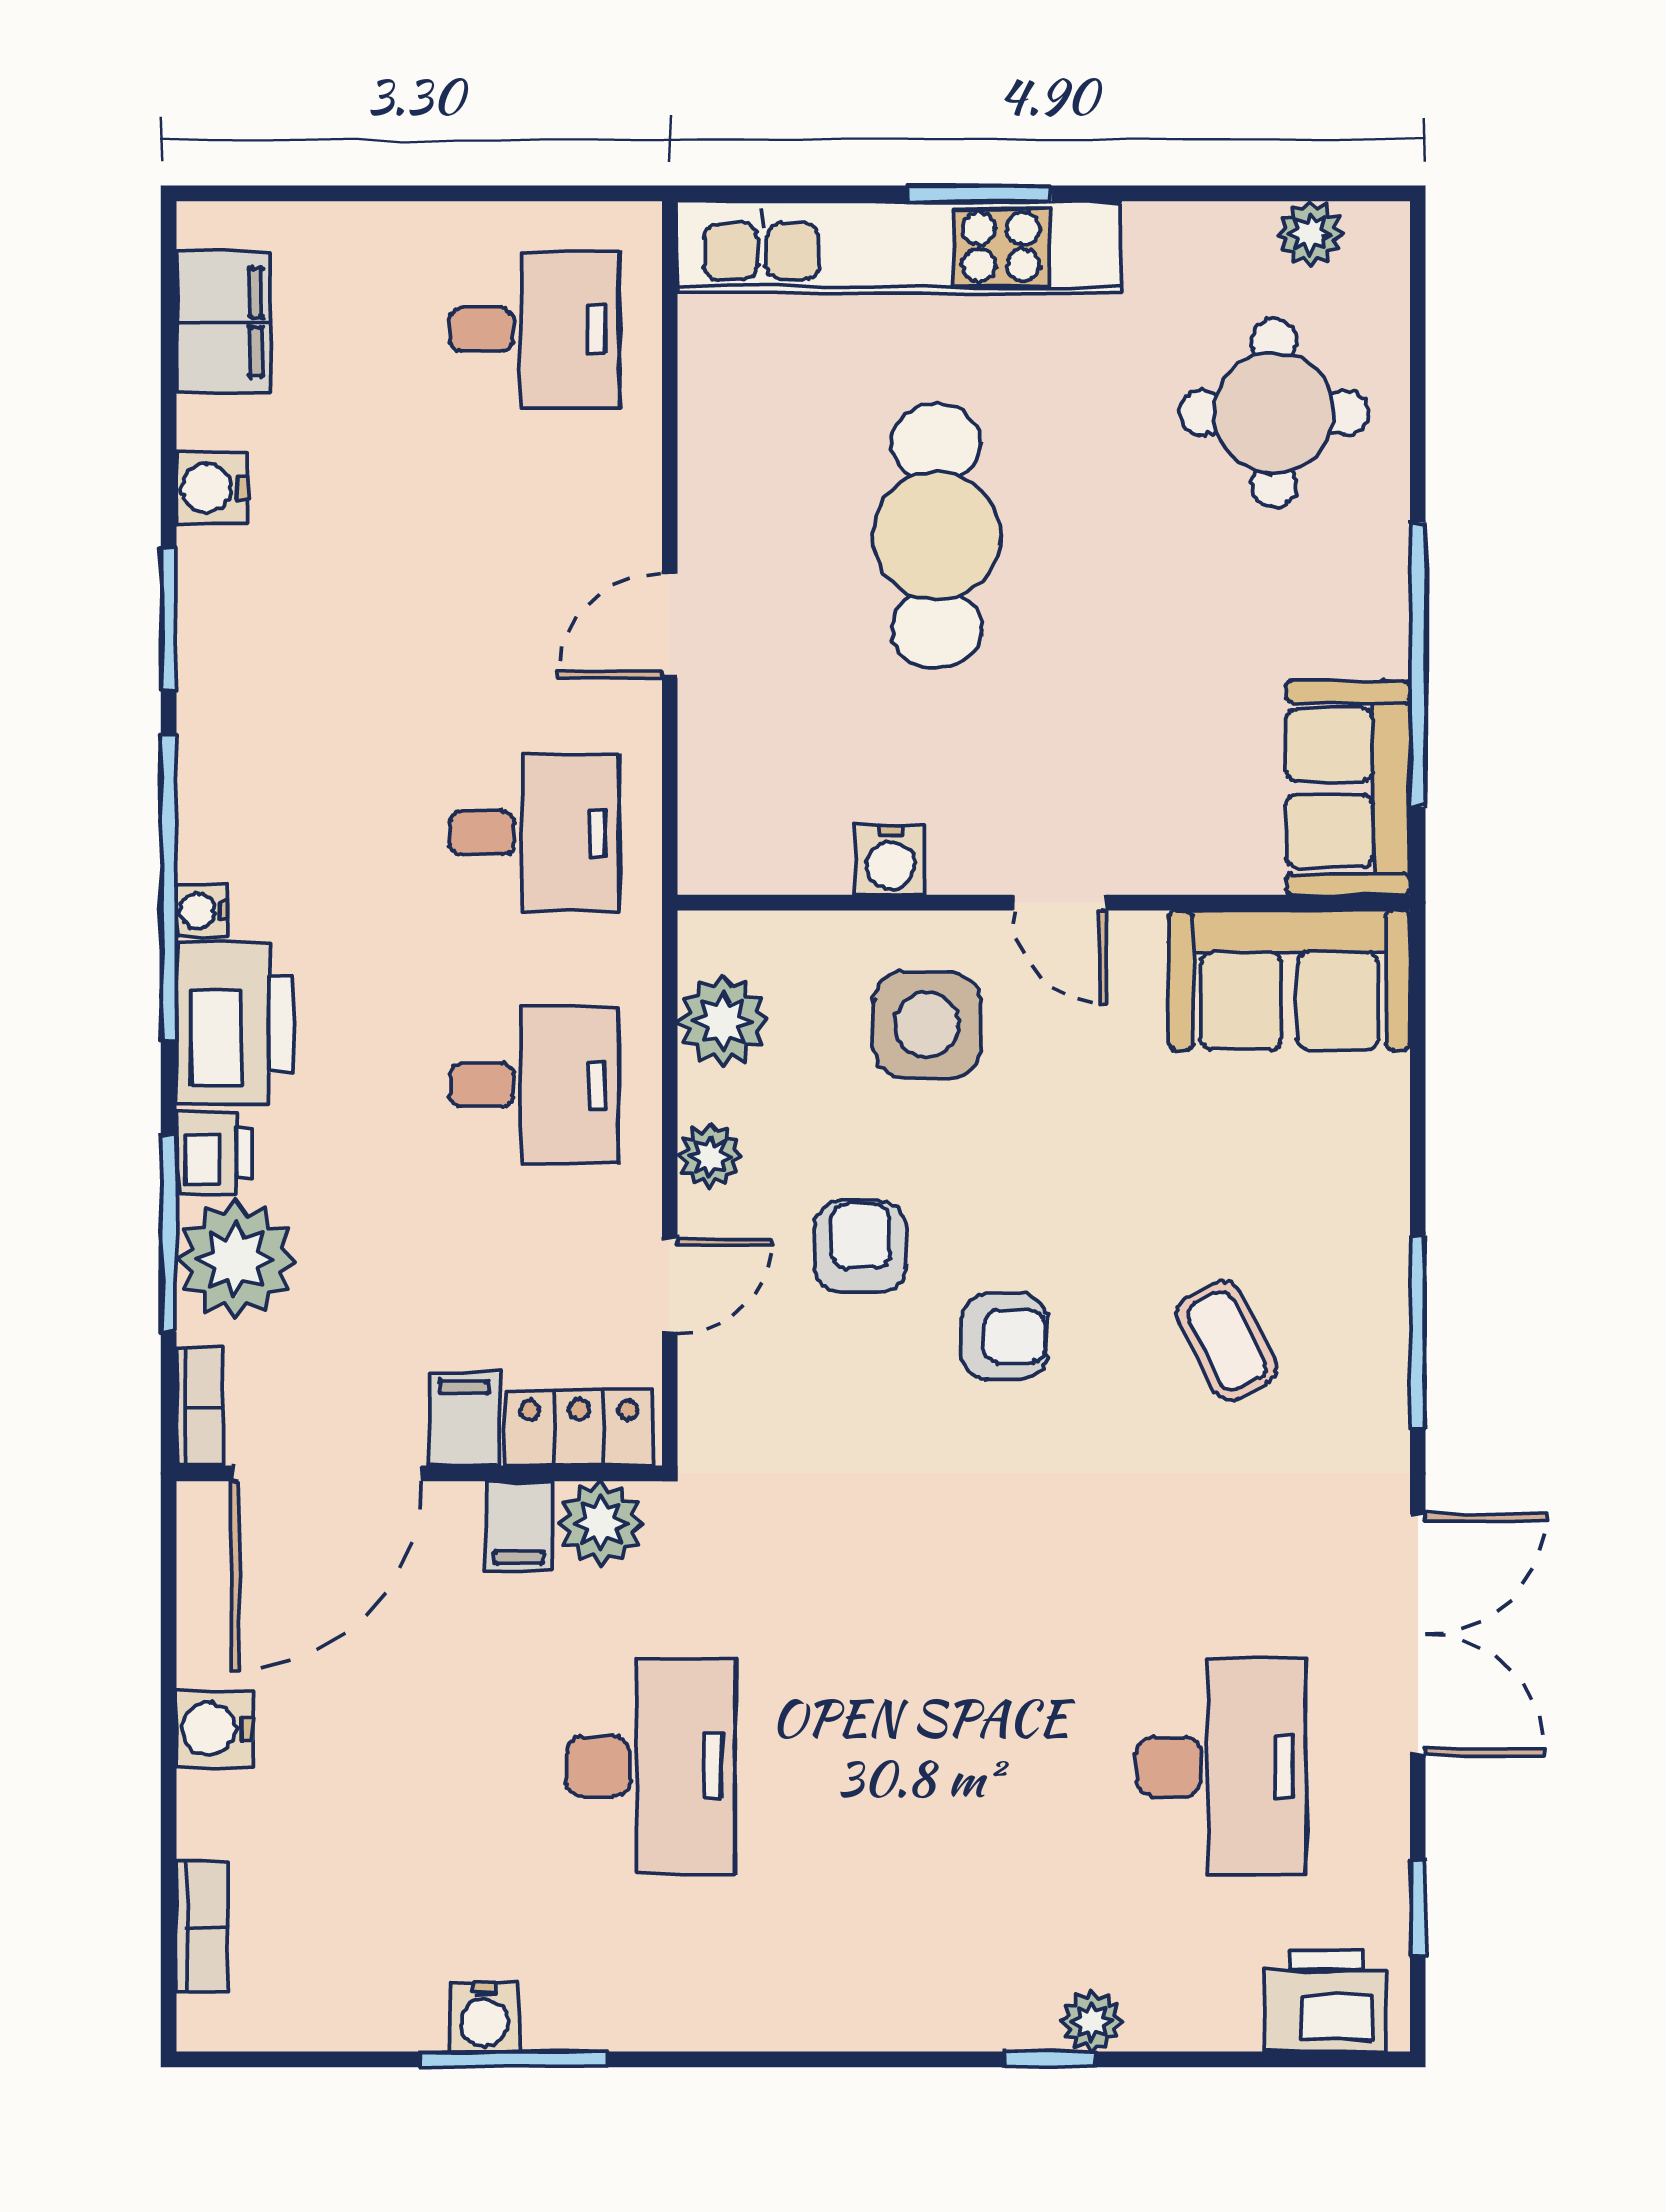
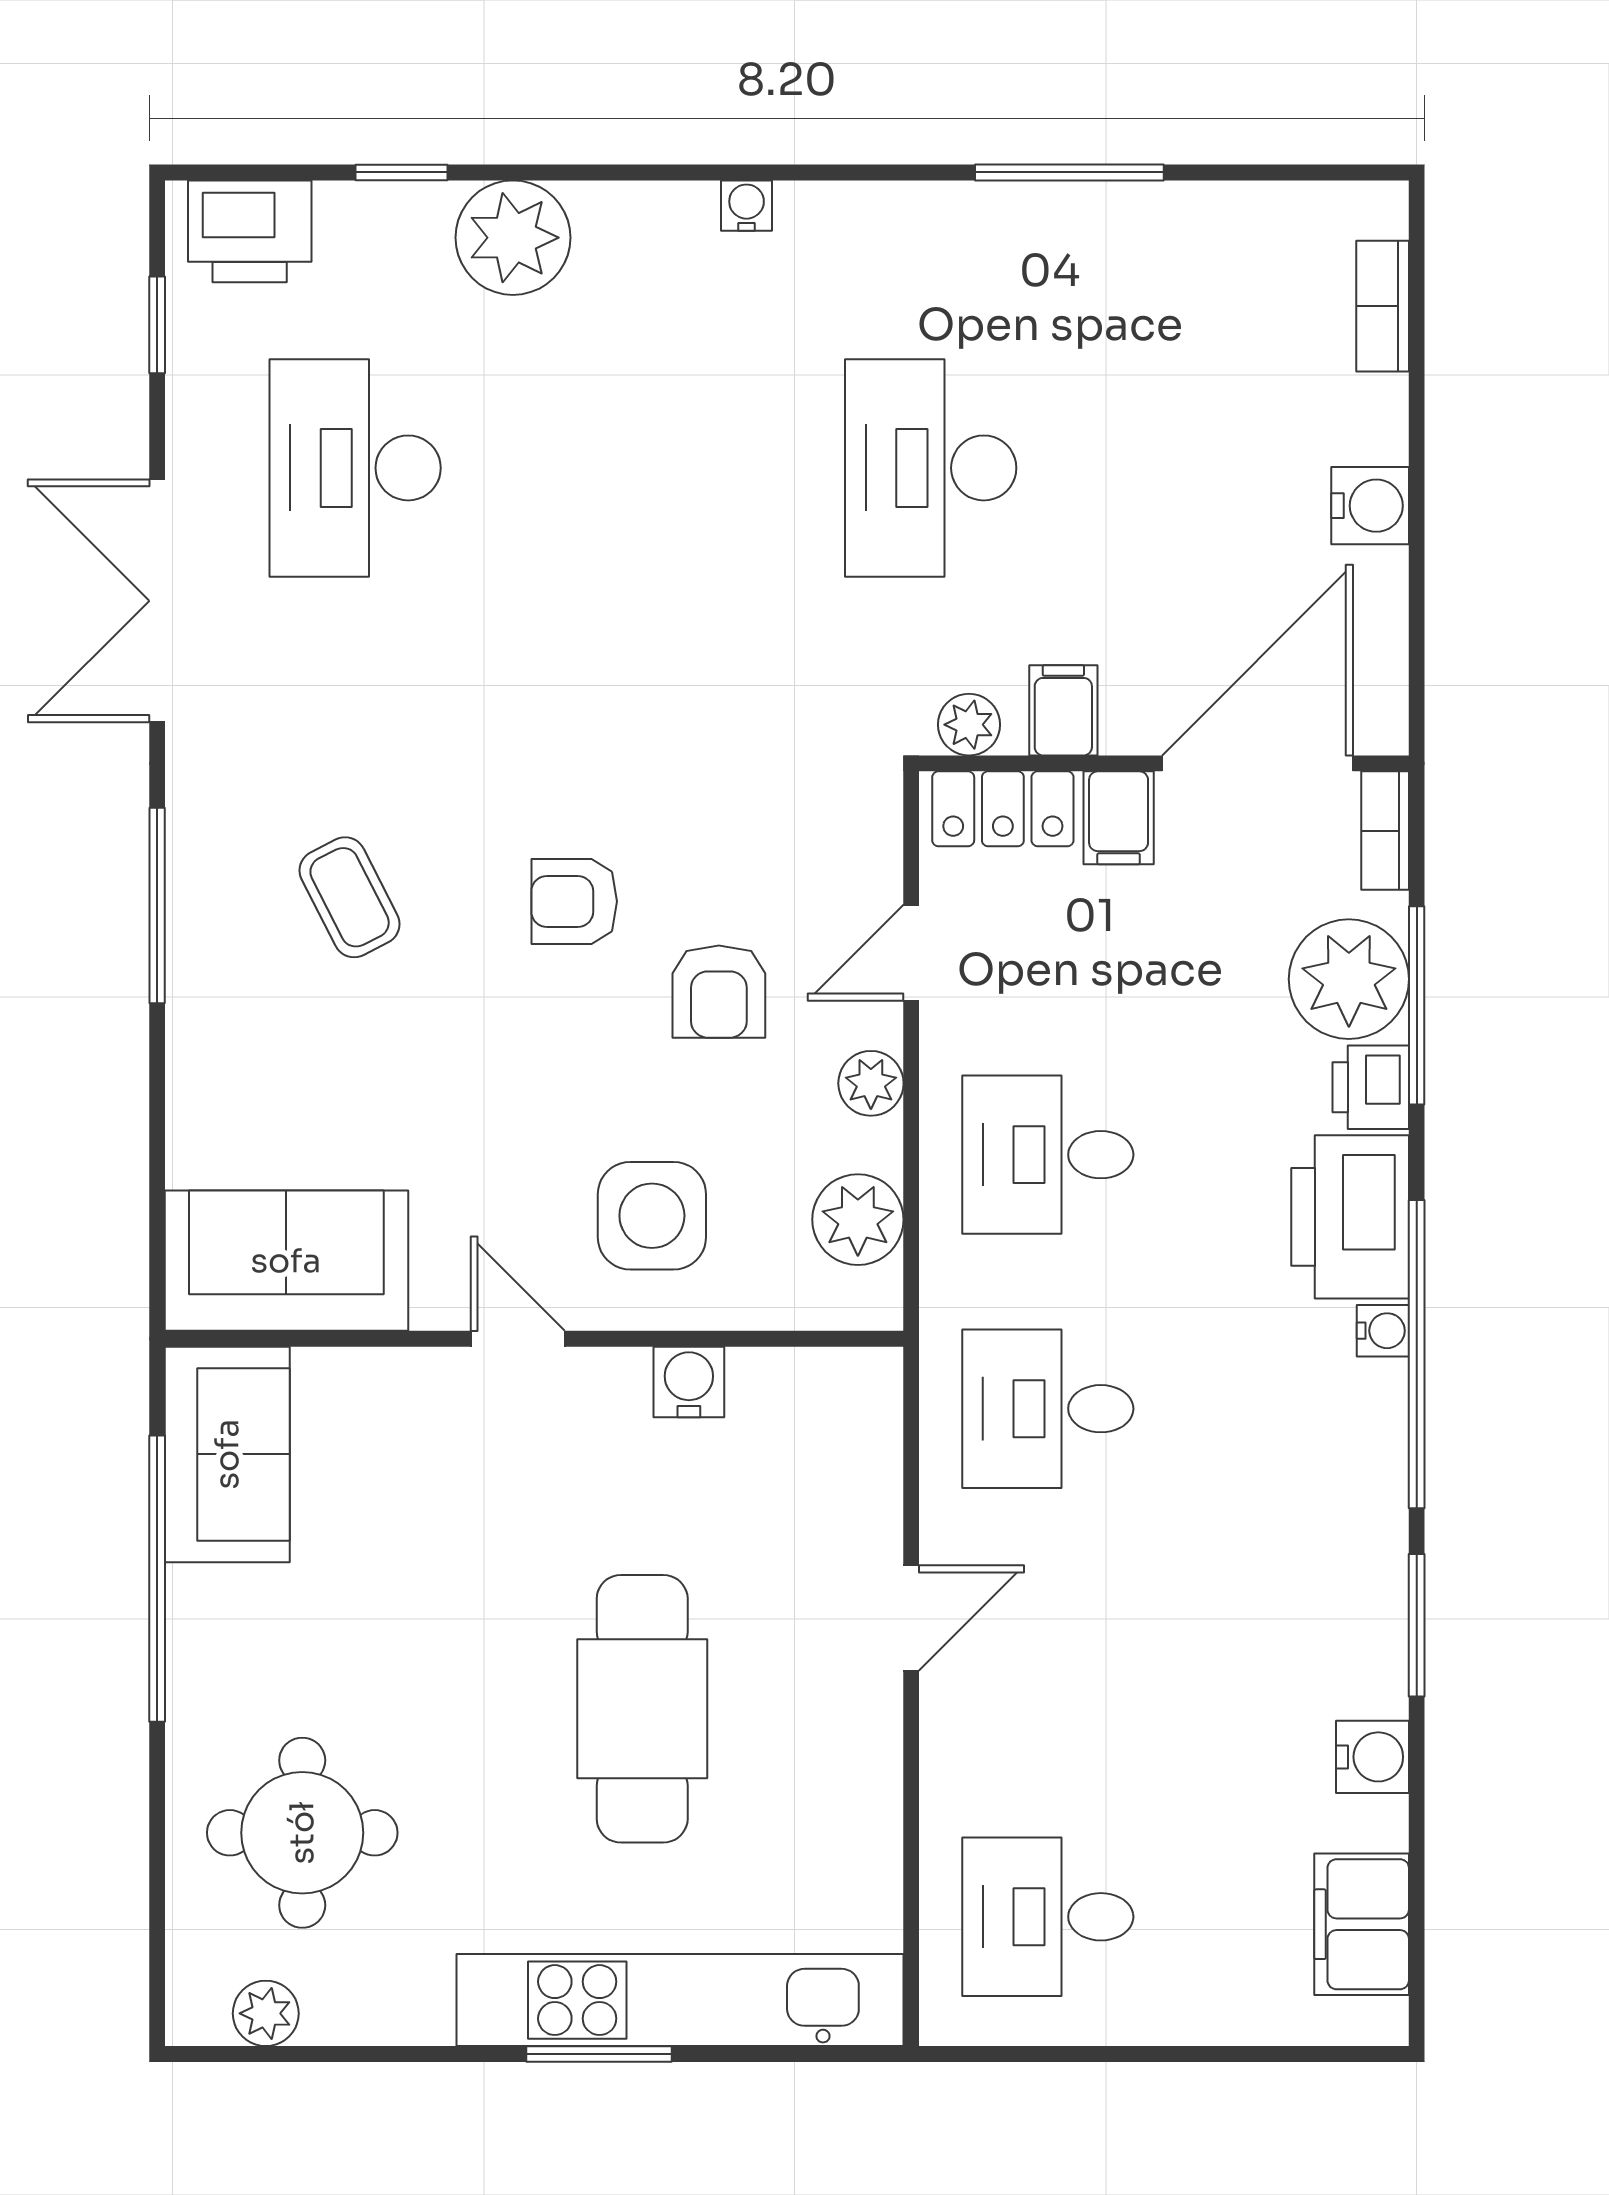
plant: (601, 1523) -> (969, 725), width x0.73, depth x0.73
water cooler: (485, 2017) -> (747, 206), moved, width x0.72, depth x0.72
plant: (1091, 2021) -> (513, 238), width x1.87, depth x1.87
window: (1050, 2059) -> (401, 172), moved

